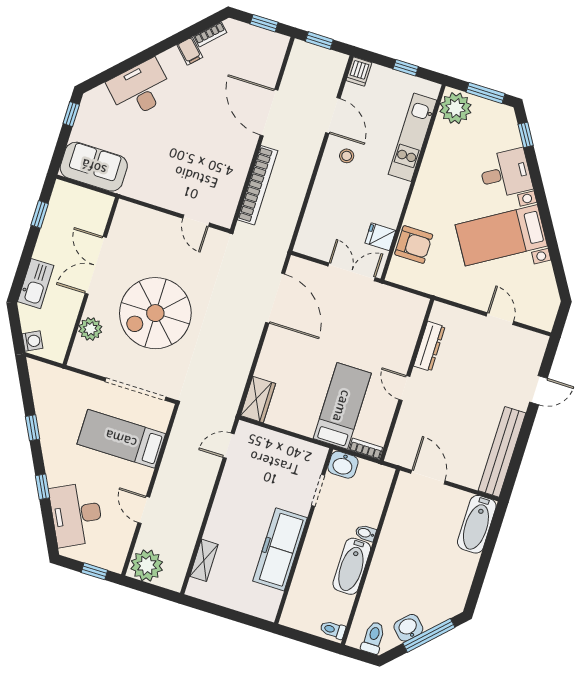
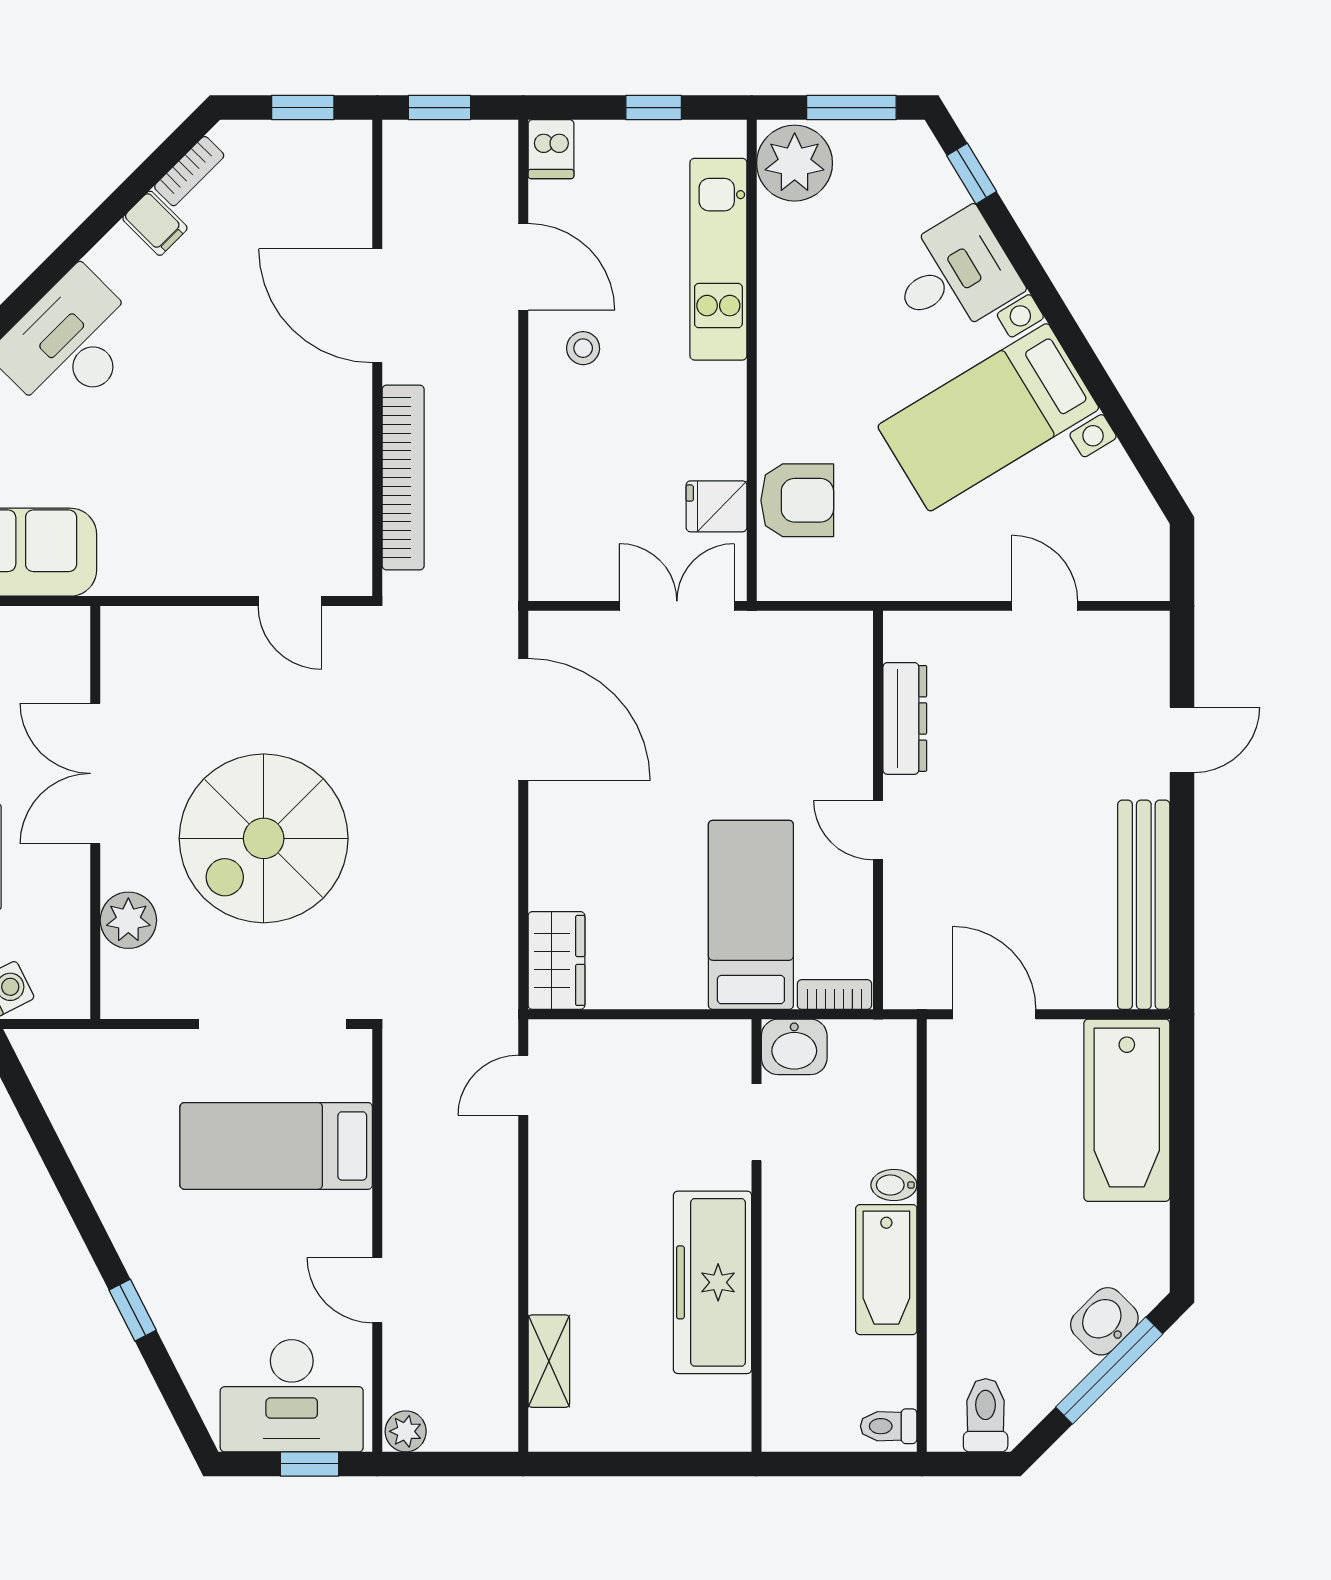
window: (33, 428) -> (68, 1184), removed
desk: (76, 515) -> (292, 1396), moved, turned -63
bathtub: (477, 524) -> (1127, 1110), width x1.36, depth x1.36
plant: (147, 565) -> (406, 1431), width x0.53, depth x0.53
washbasin: (408, 628) -> (1104, 1321), moved

